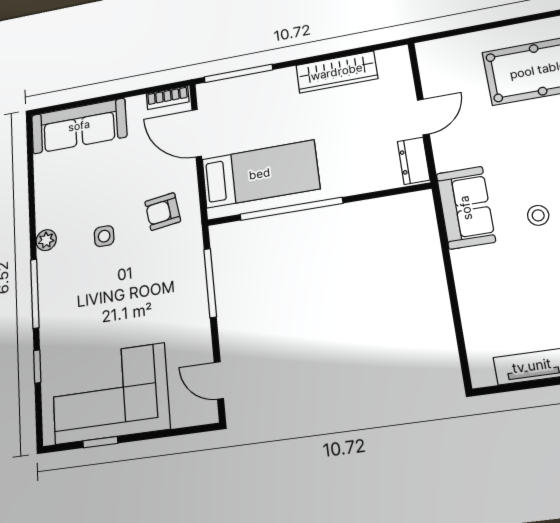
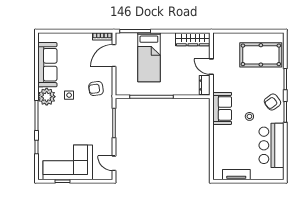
wardrobe: (337, 72) -> (193, 39), moved
door: (423, 117) -> (211, 67), swing flipped
sofa: (79, 126) -> (47, 65), moved, turned -90
door: (197, 133) -> (114, 56), hinge flipped
bed: (260, 174) -> (149, 57), moved, turned 90
plant: (46, 240) -> (47, 97), width x1.87, depth x1.87

